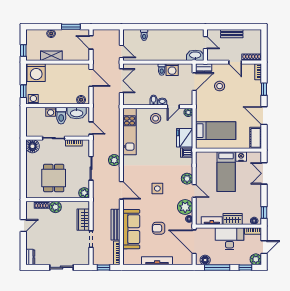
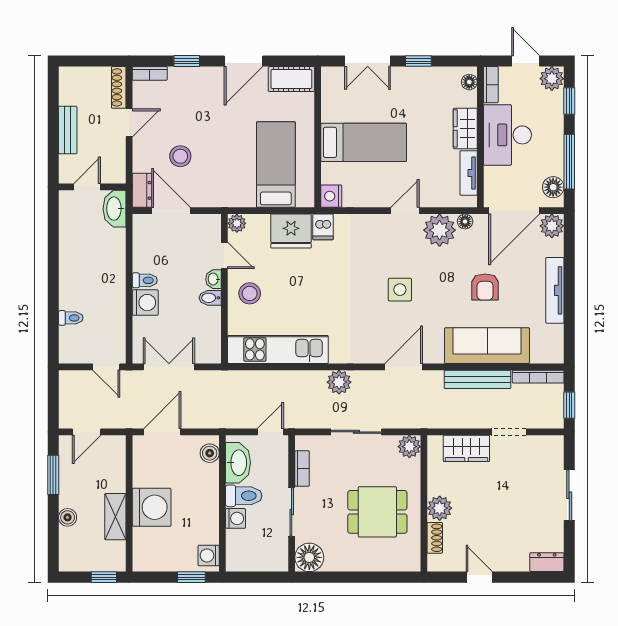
door: (121, 52) -> (106, 367), swing flipped
washing machine: (172, 70) -> (145, 303), moved
washing machine: (36, 73) -> (152, 507), moved
nightstand: (241, 157) -> (331, 196), moved
plant: (187, 179) -> (552, 226), moved
window: (264, 212) -> (418, 61), moved

